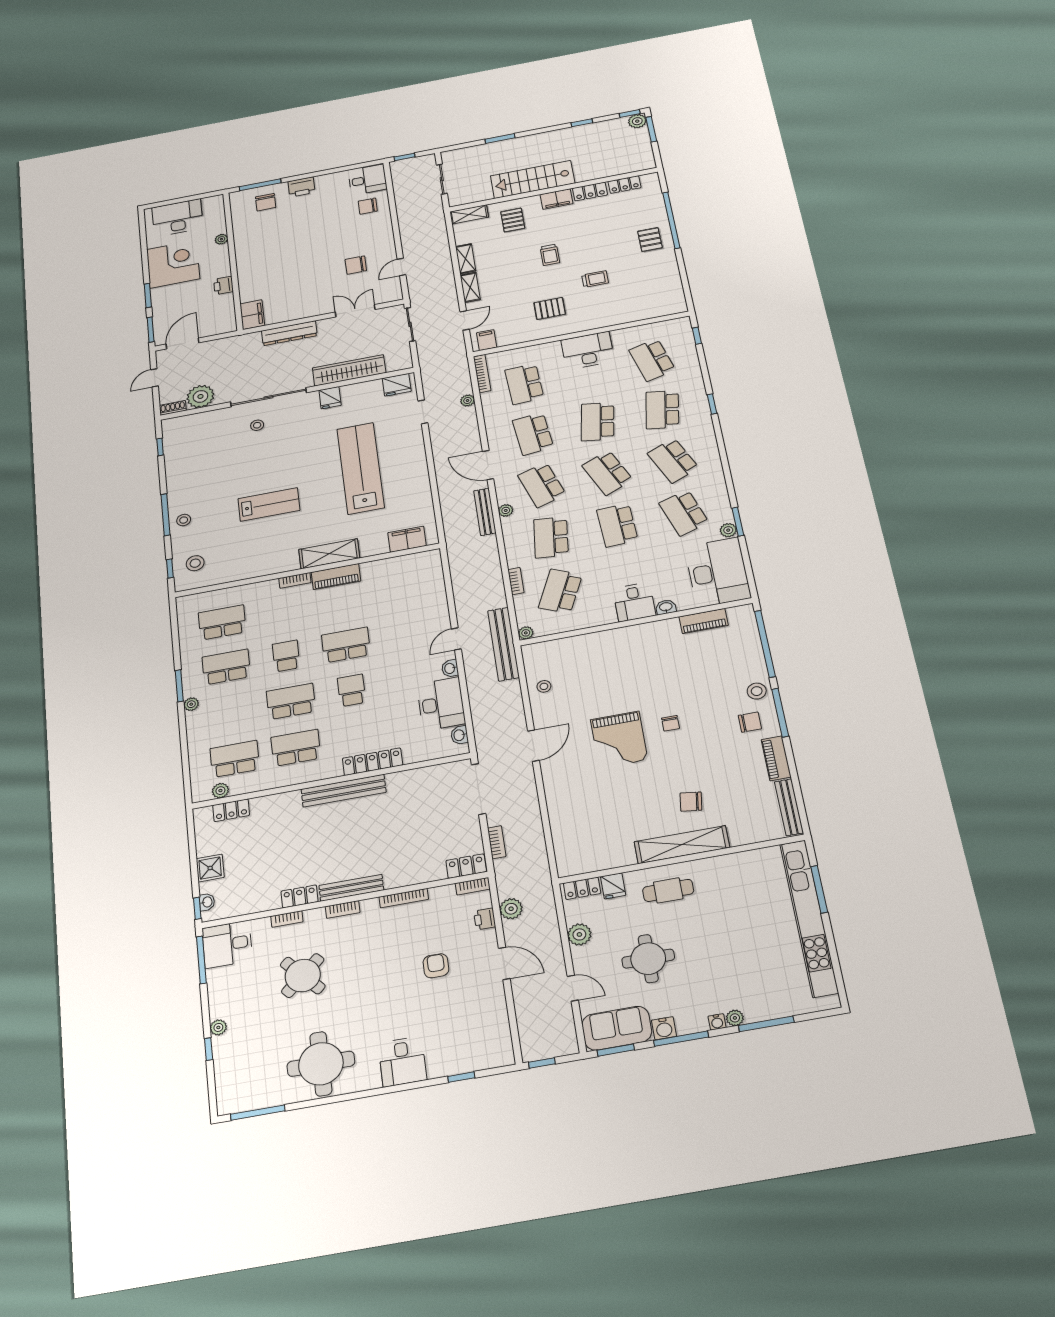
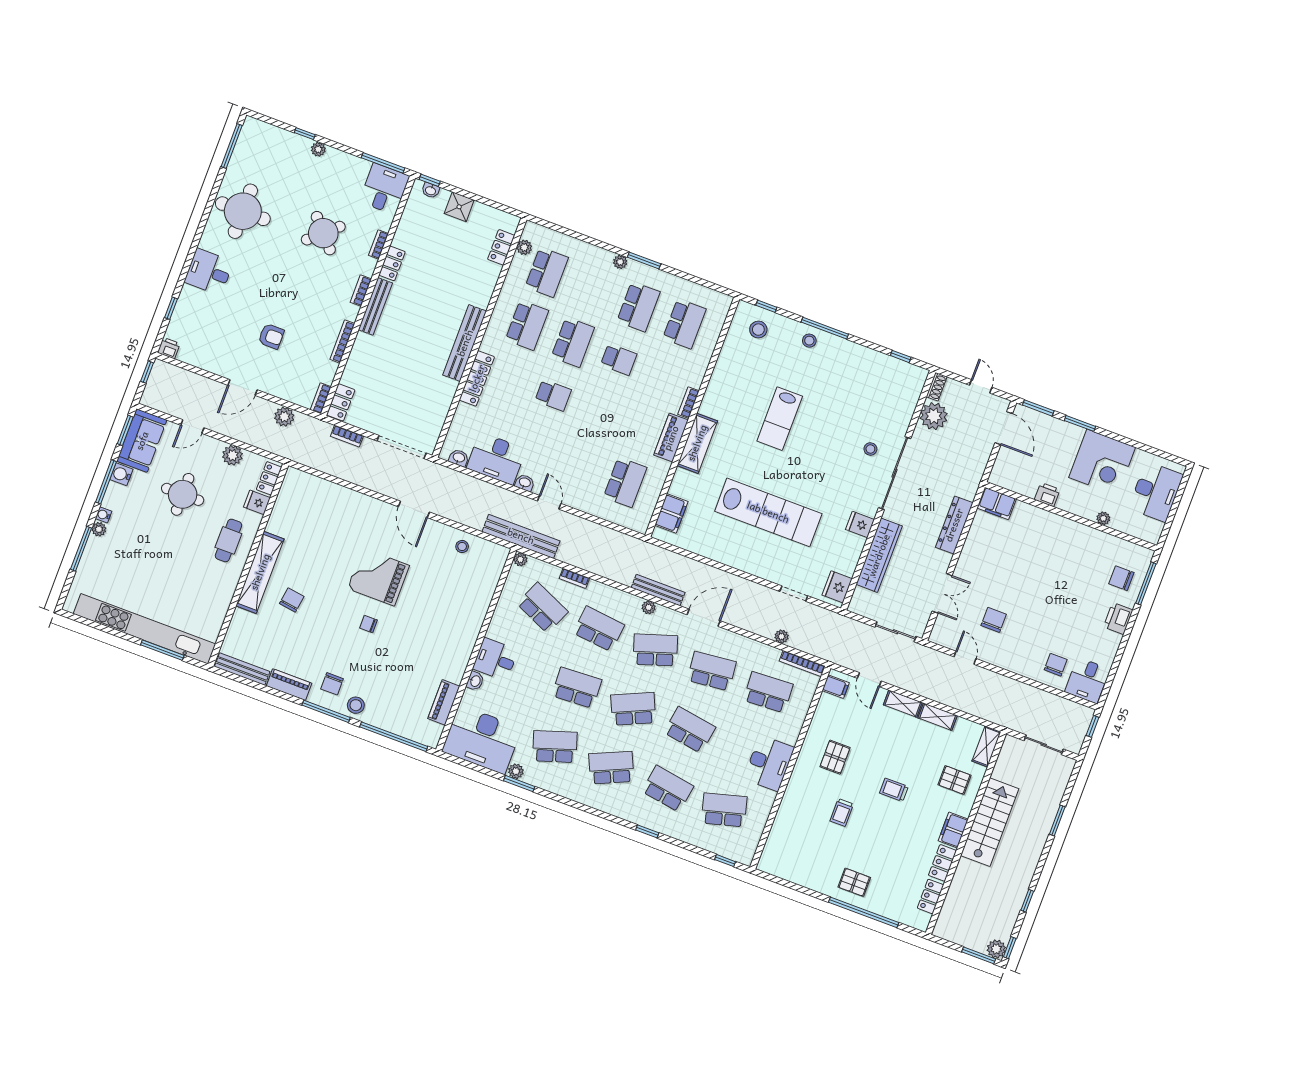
school desk: (346, 645) -> (625, 482), moved
printer: (485, 919) -> (169, 348), moved

